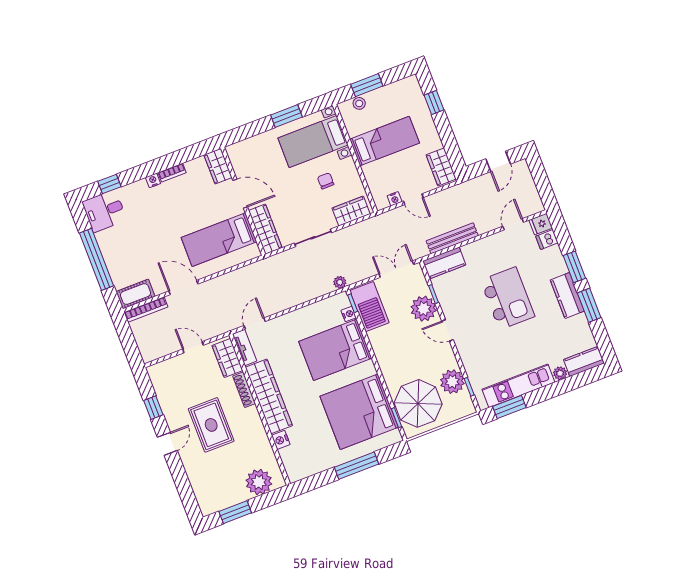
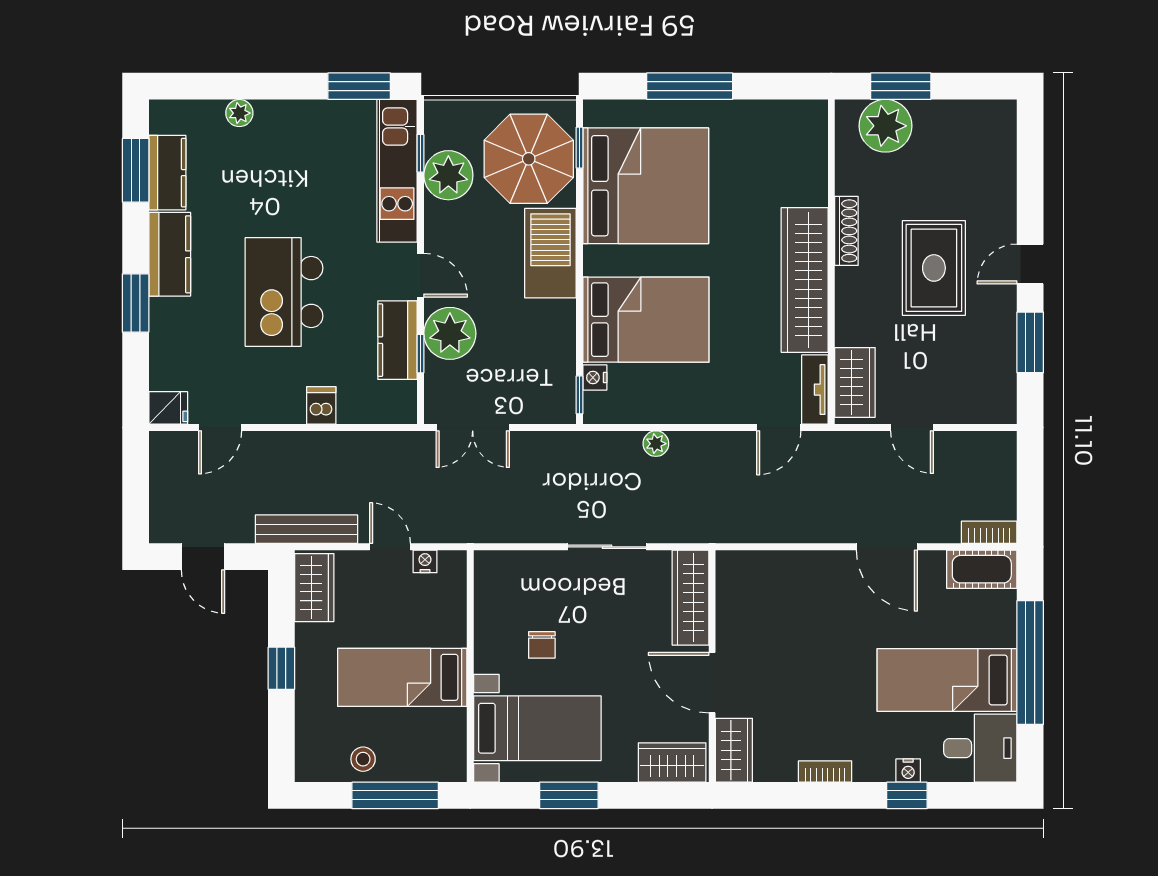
window: (367, 85) -> (395, 795), width x1.44
stool: (359, 103) -> (363, 759), moved
window: (434, 103) -> (281, 668), moved
door: (498, 161) -> (203, 557), swing flipped
nightstand: (153, 180) -> (908, 770), moved
window: (109, 184) -> (907, 795), moved
wardrobe: (351, 211) -> (672, 762), moved, turned 180
bench: (452, 238) -> (306, 529), moved
bed: (219, 240) -> (947, 680), moved, turned 180
dishwasher: (547, 240) -> (321, 405), moved, turned -90
kitchen counter: (444, 263) -> (398, 340), moved, turned -90
plant: (340, 282) -> (656, 444), moved
window: (589, 305) -> (136, 170), moved
barbecue: (369, 307) -> (550, 253), moved
bookcase: (146, 310) -> (989, 532), width x0.64
kitchen counter: (584, 361) -> (167, 173), moved, turned -90
kitchen unit: (518, 386) -> (397, 171), moved, turned 90
shoe rack: (244, 390) -> (846, 231), moved
window: (153, 408) -> (1030, 342), width x1.50
nightstand: (281, 440) -> (814, 189), removed
window: (235, 512) -> (901, 86), moved

